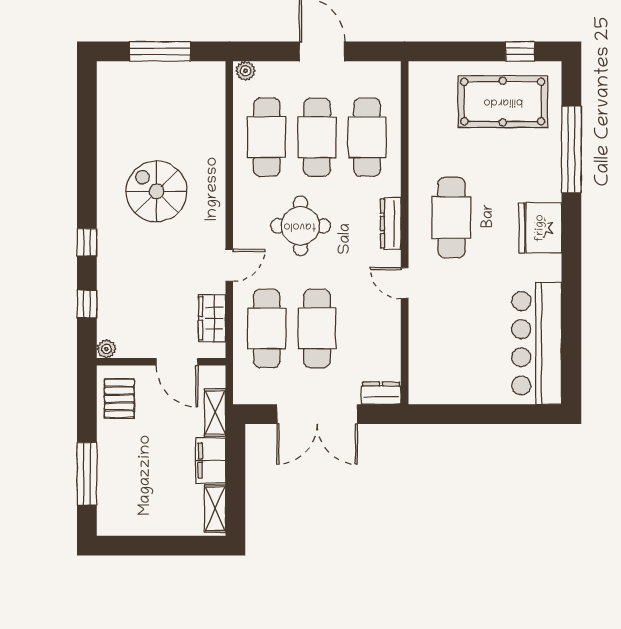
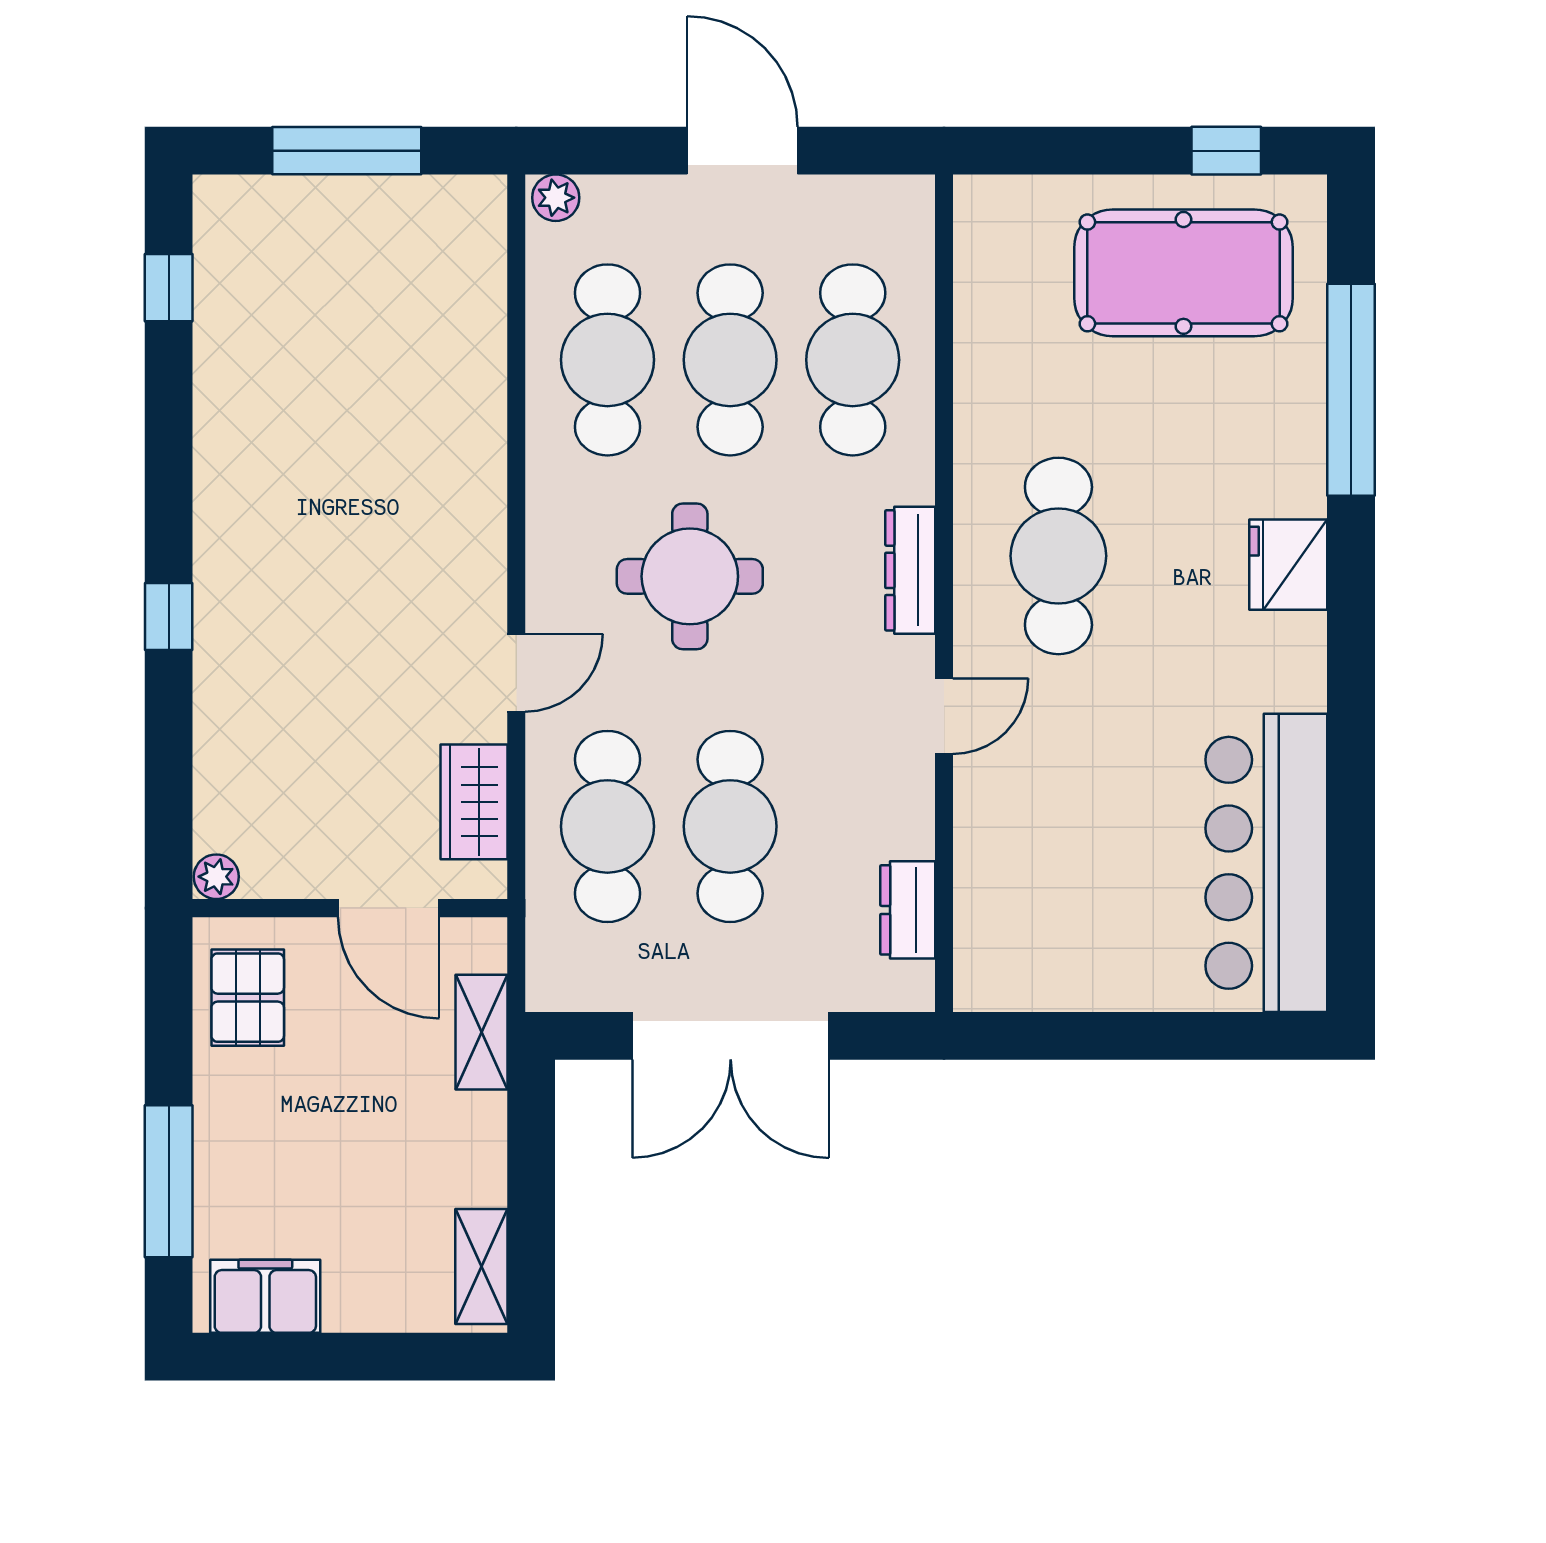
spiral stairs: (157, 191) -> (339, 492), removed
fridge: (540, 228) -> (1288, 565), width x0.73, depth x0.75
door: (405, 283) -> (944, 716), swing flipped
window: (87, 304) -> (169, 288), moved
dresser: (381, 393) -> (908, 910), moved, turned -90
filing cabinet: (211, 461) -> (265, 1296), moved, turned 90

